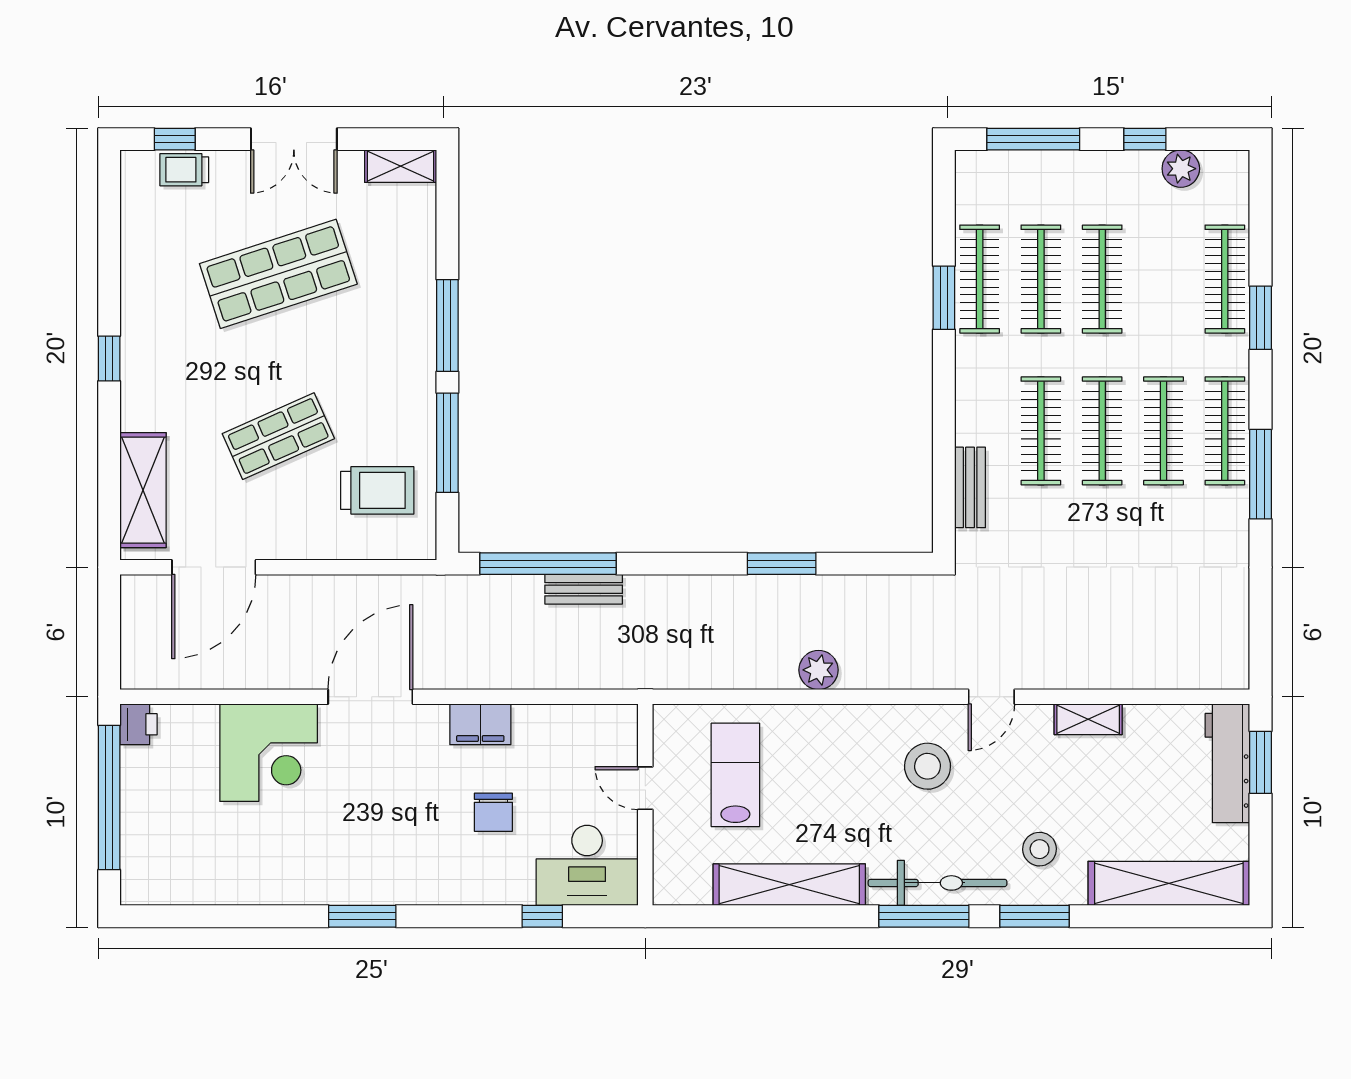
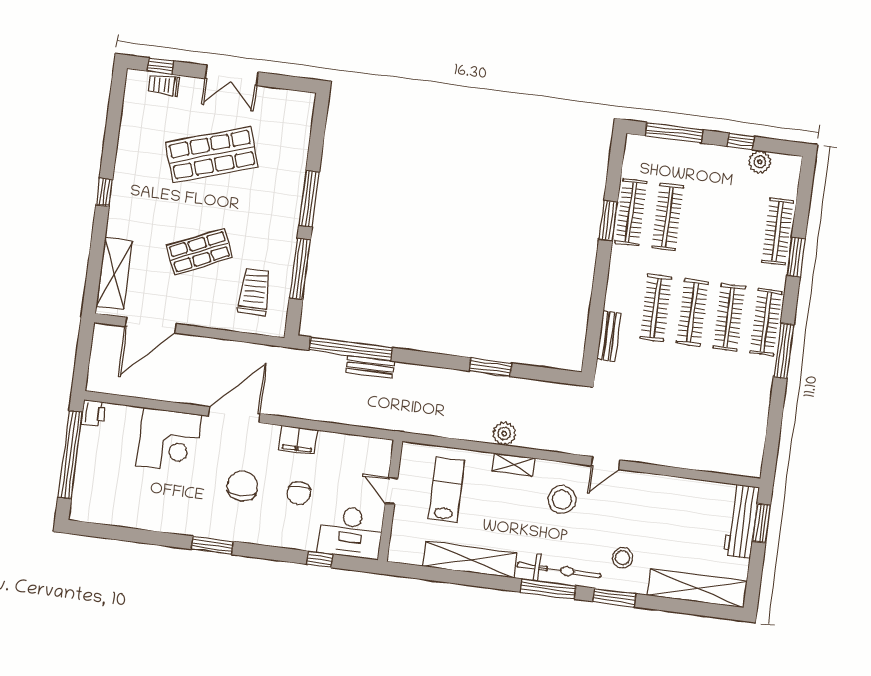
shelving: (401, 166) -> (293, 100), removed
clothes rail: (1102, 279) -> (704, 222), removed
trolley: (377, 490) -> (254, 292), turned -90
shelving: (1088, 719) -> (513, 465), moved
chair: (399, 812) -> (242, 486), added

